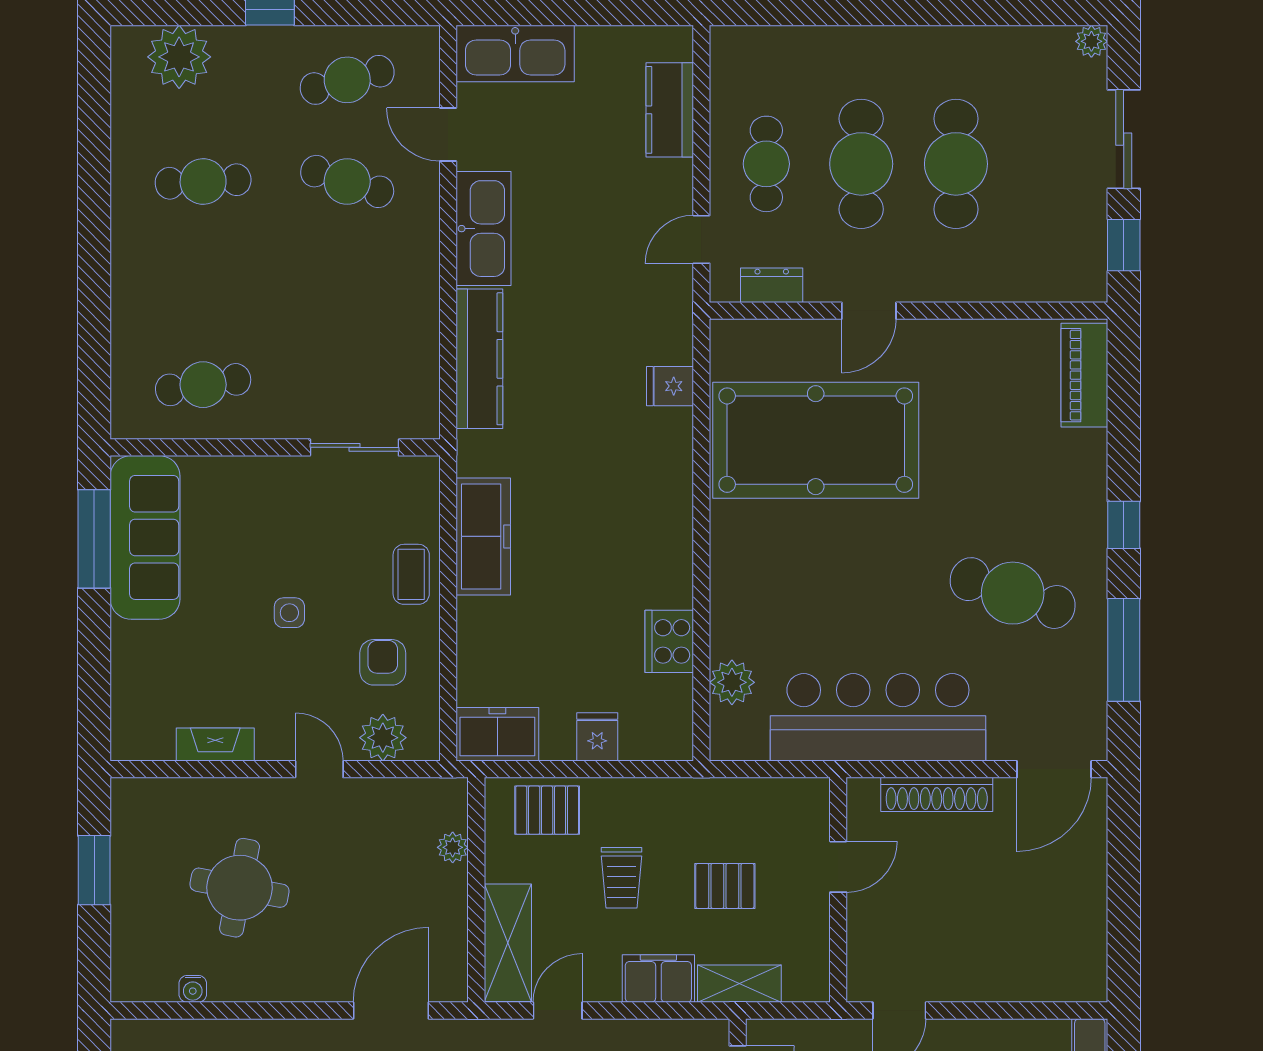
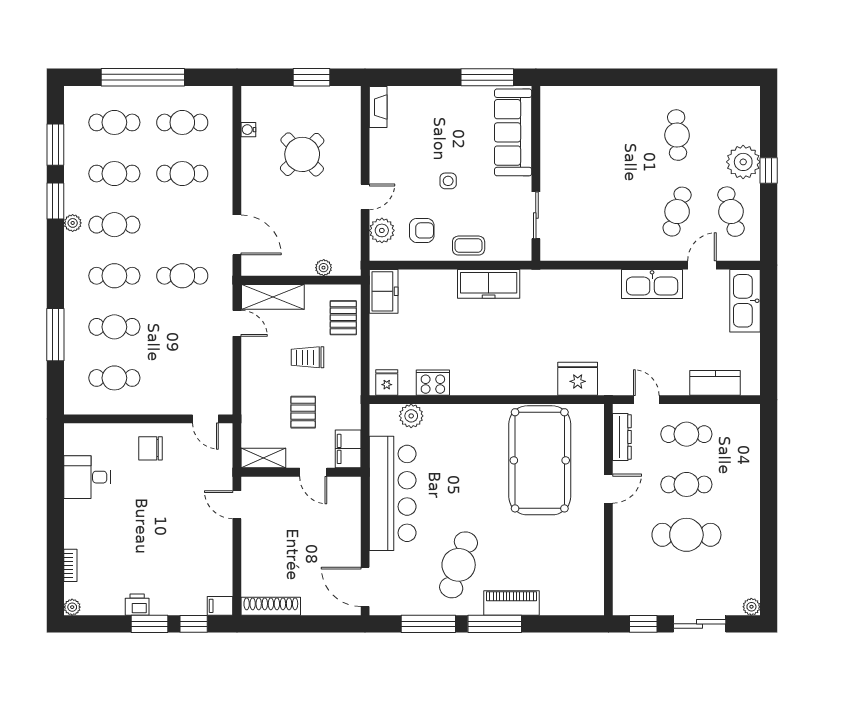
plant: (179, 57) -> (743, 162), moved
cafe table: (861, 164) -> (686, 484), width x0.73, depth x0.74
dresser: (772, 285) -> (622, 437), width x1.44
door: (869, 311) -> (608, 489), swing flipped
kitchen counter: (479, 359) -> (583, 282), removed
piano: (1084, 375) -> (512, 603), moved
cafe table: (203, 385) -> (569, 135), removed
fridge: (670, 386) -> (578, 379), width x1.88, depth x1.34
window: (1124, 525) -> (495, 624), width x2.17
sofa: (145, 537) -> (513, 132), moved, turned 90
fridge: (597, 737) -> (387, 383), moved, turned -90
fireplace: (215, 745) -> (378, 107), moved
shoe rack: (937, 794) -> (271, 606), moved, turned 90
round table: (240, 888) -> (302, 154), turned 35
filing cabinet: (658, 979) -> (348, 449), moved, turned 180
shelving: (739, 984) -> (263, 458), moved, turned 90

